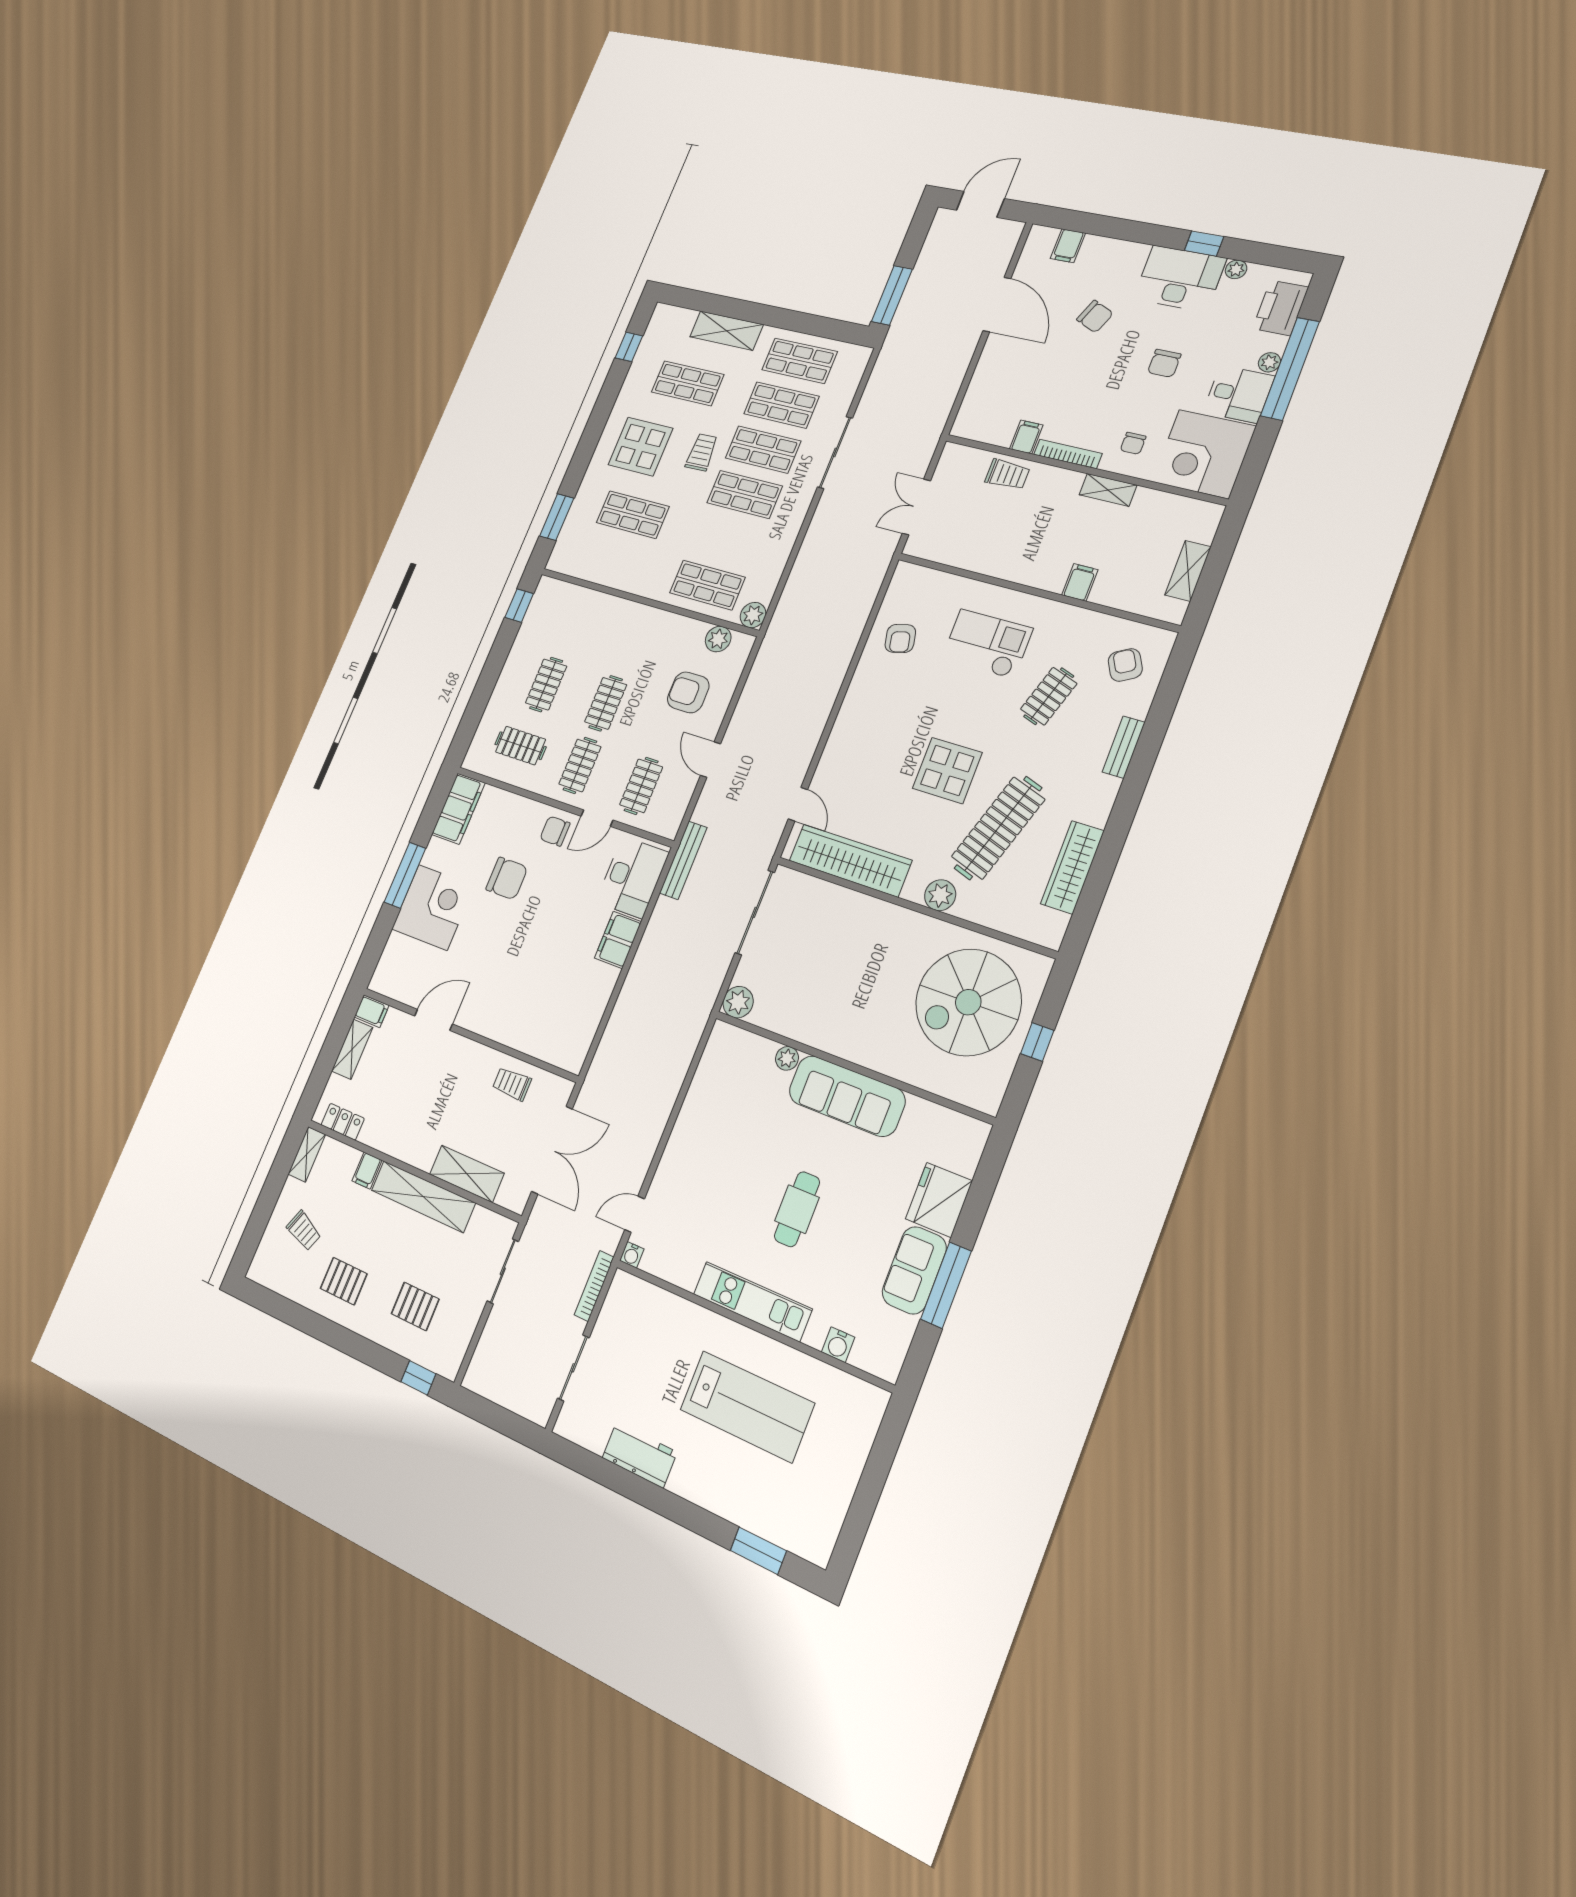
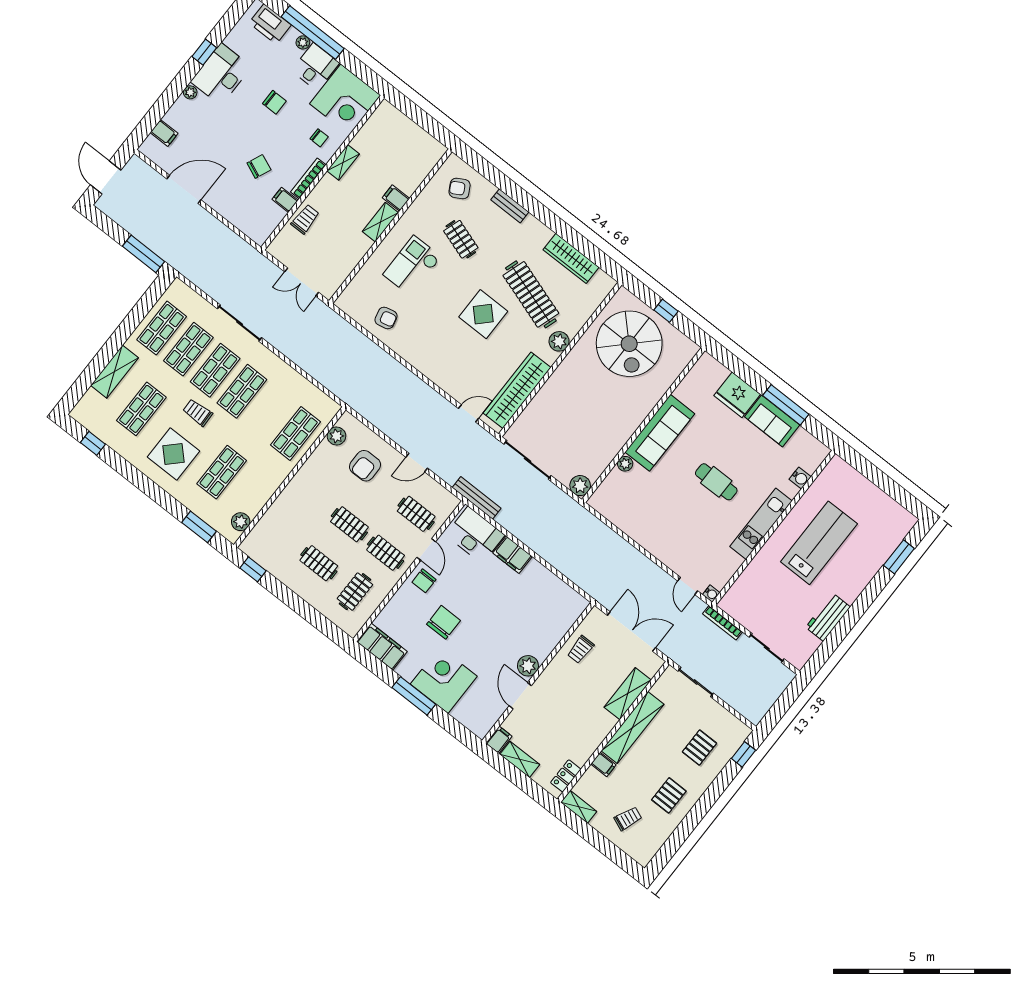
plant: (1236, 269) -> (190, 92), moved
chair: (1095, 316) -> (259, 166), moved
shelving: (1188, 571) -> (380, 222), moved, turned 90
plant: (753, 615) -> (241, 522), moved
plant: (475, 1016) -> (528, 666), added

